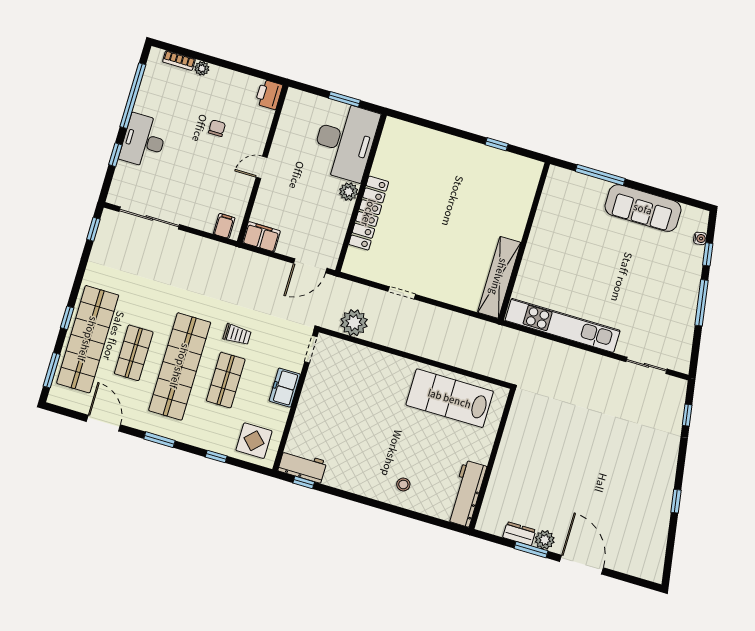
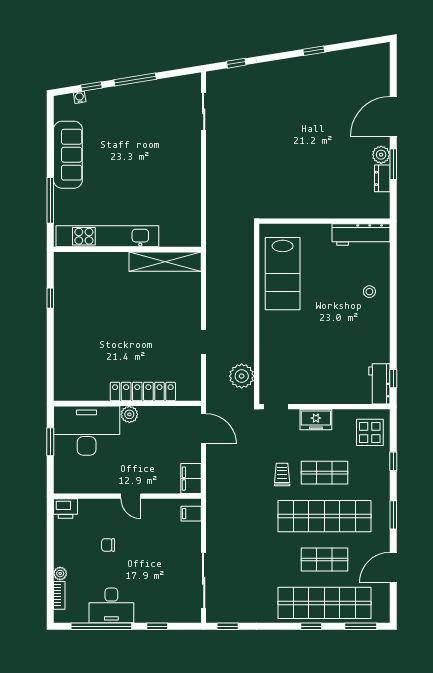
desk: (144, 141) -> (111, 605), moved
kitchen unit: (563, 325) -> (107, 236), moved, turned 90

